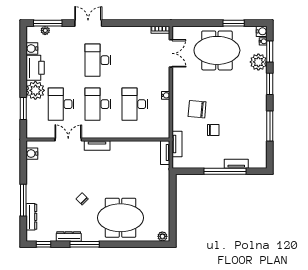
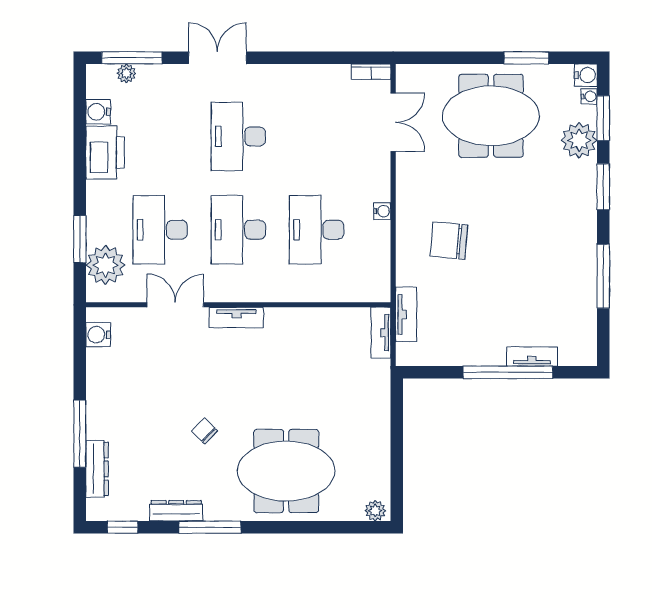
plant: (35, 90) -> (106, 265), moved
chair: (213, 130) -> (483, 285), removed

